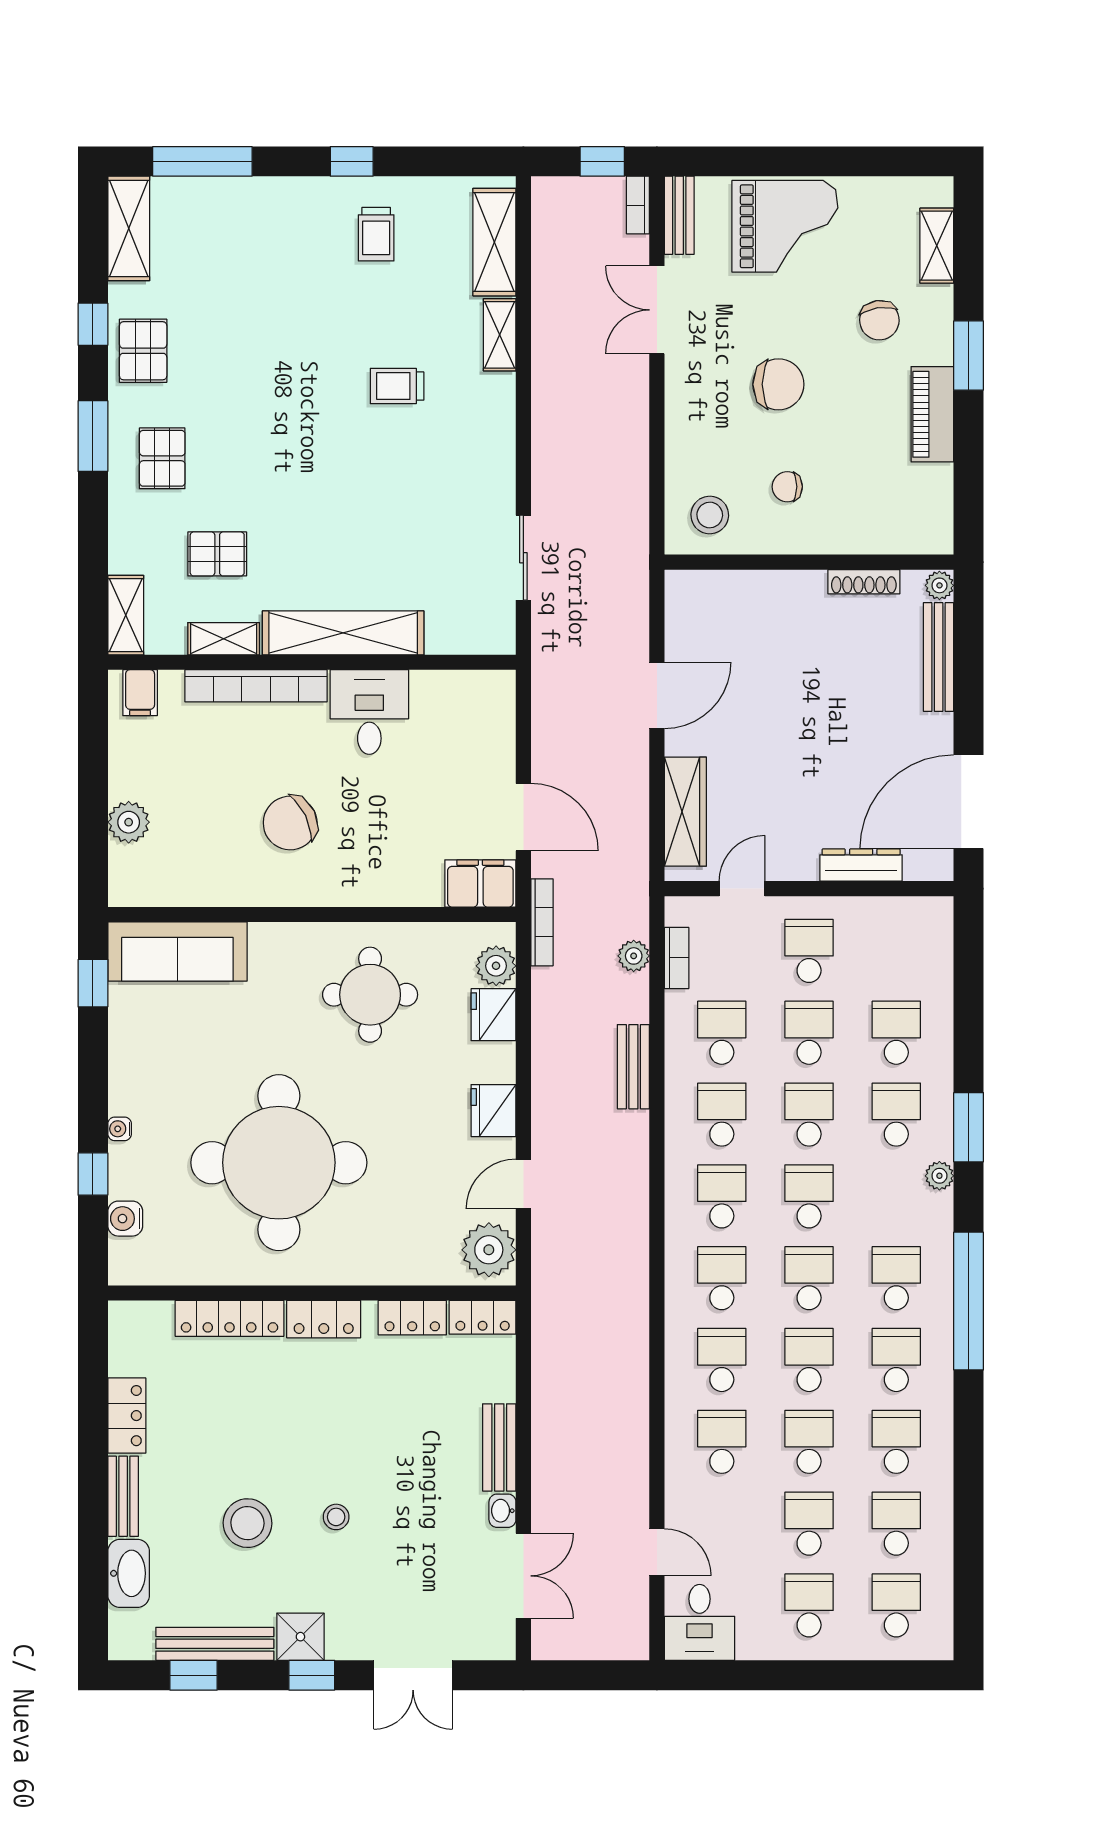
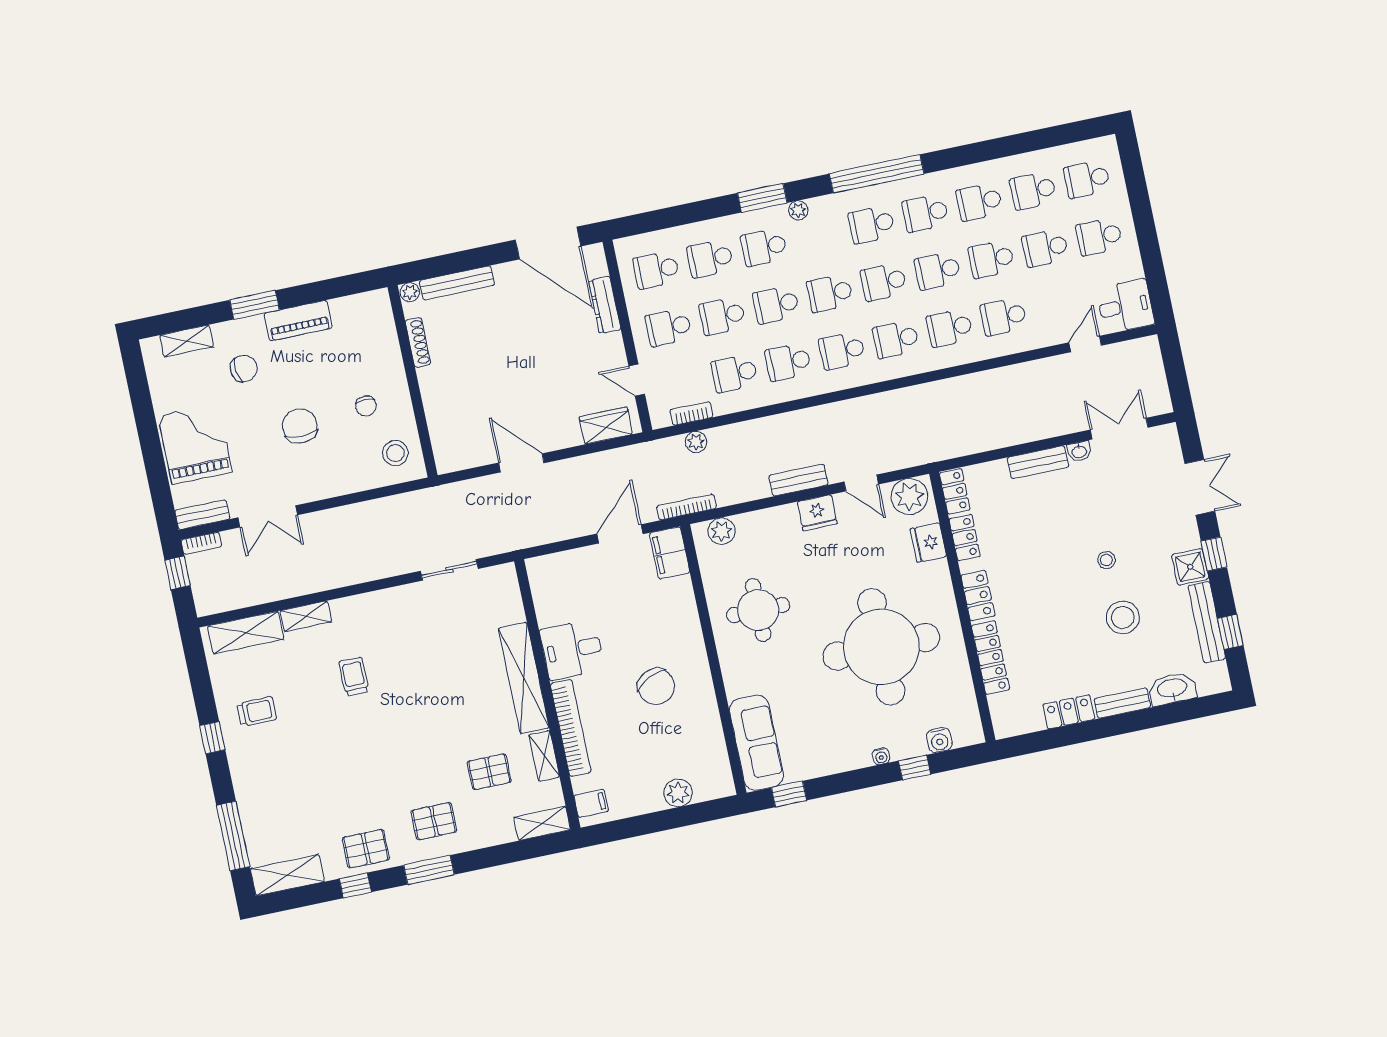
trolley: (397, 386) -> (354, 677), turned 180
pallet: (217, 554) -> (489, 772), turned 90
wardrobe: (685, 812) -> (606, 425), width x0.67
school desk: (896, 951) -> (656, 270), added
fridge: (493, 1015) -> (928, 543), moved, turned 90
bench: (633, 1067) -> (798, 480), moved

